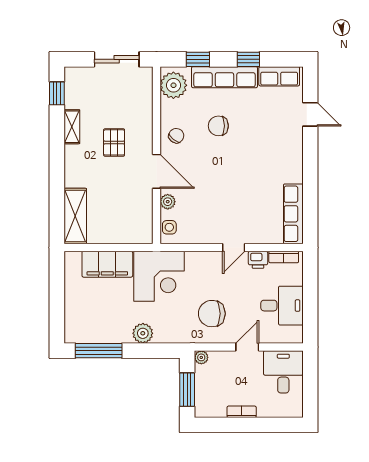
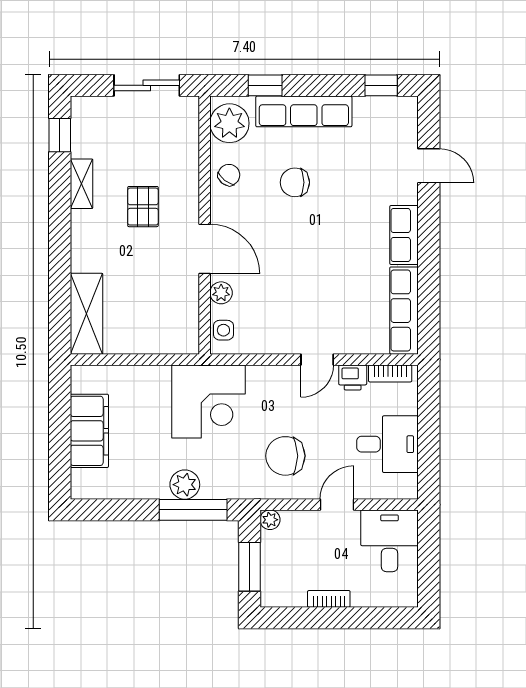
window: (248, 59) -> (381, 85), moved
row of seats: (279, 76) -> (404, 235), moved, turned 90
chair: (176, 136) -> (229, 175), moved
filing cabinet: (107, 264) -> (89, 431), moved, turned -90
window: (99, 351) -> (193, 510), moved

